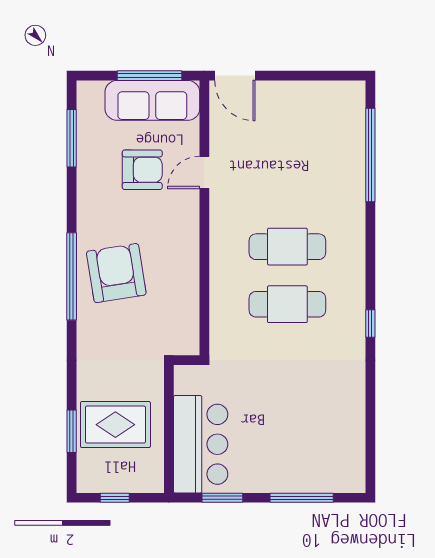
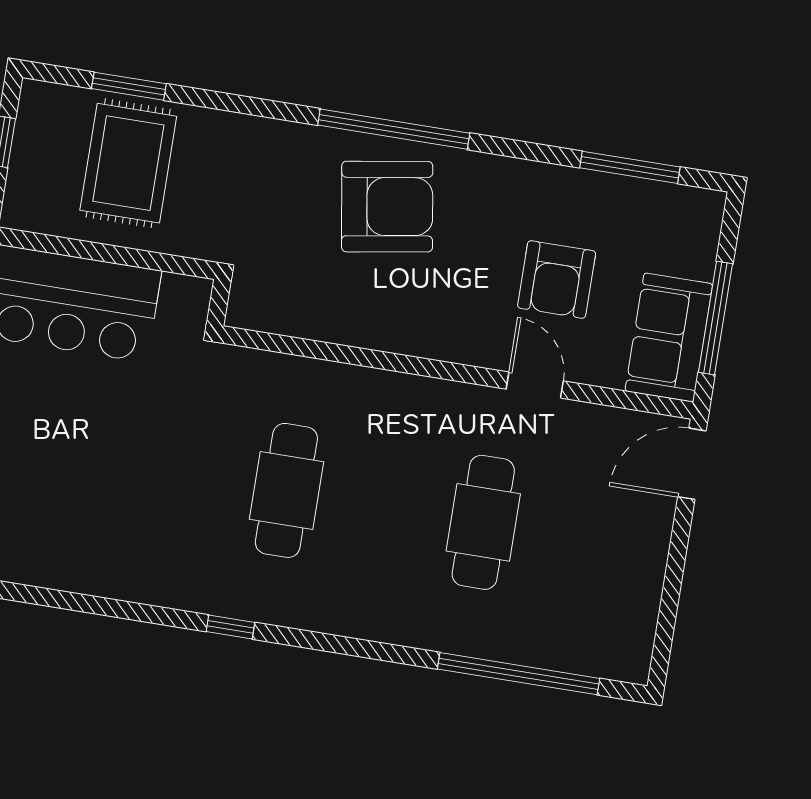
sofa: (152, 100) -> (669, 337), width x0.73
cafe table: (287, 247) -> (483, 522), moved

